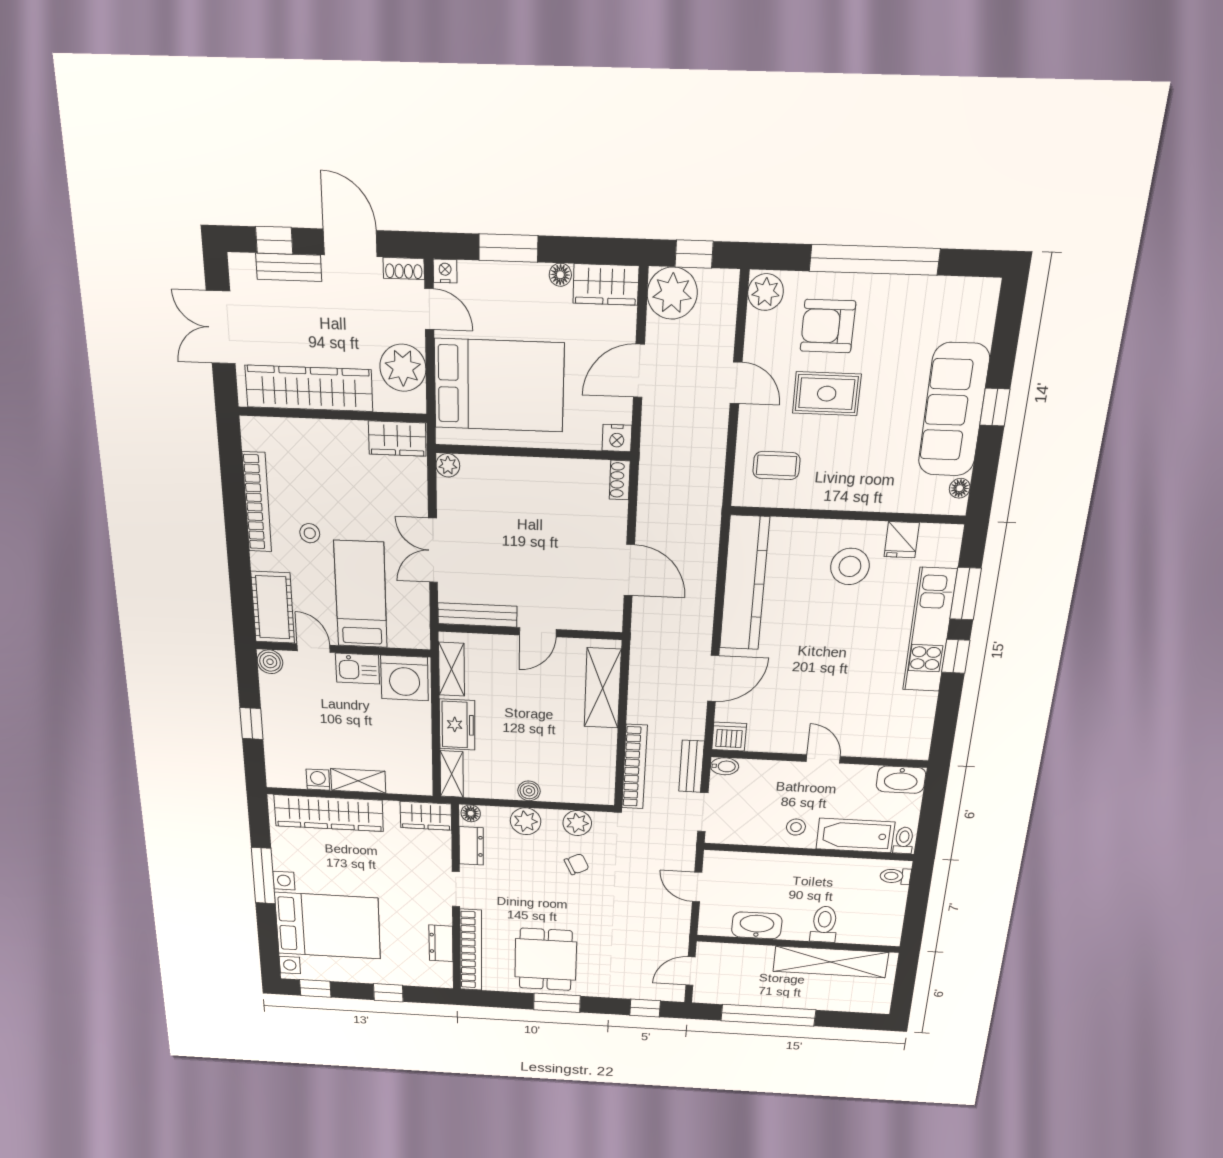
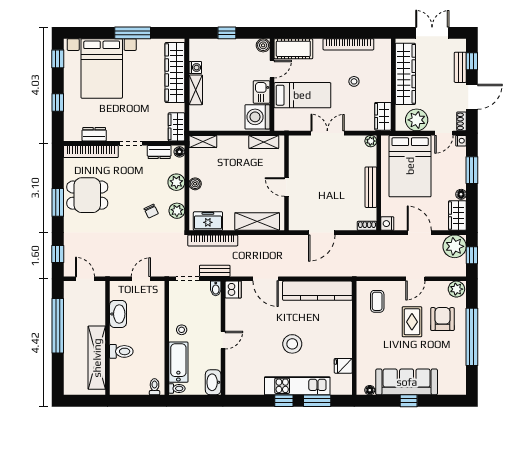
stool: (310, 533) -> (354, 81), moved
stool: (850, 566) -> (292, 344), moved
bench: (477, 615) -> (371, 187), moved
freezer: (457, 725) -> (208, 221), moved, turned 180

